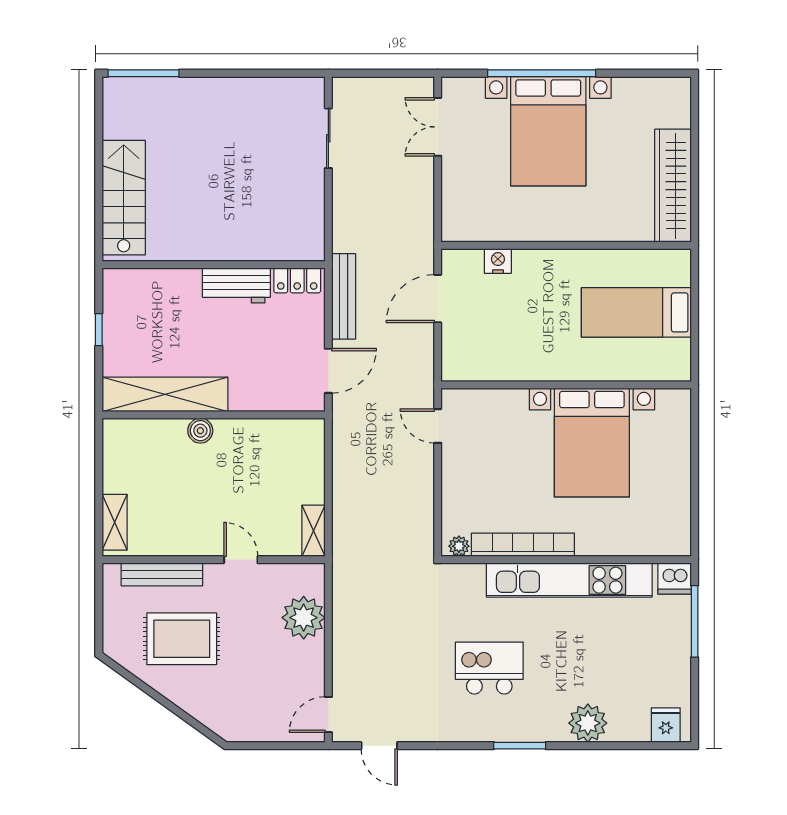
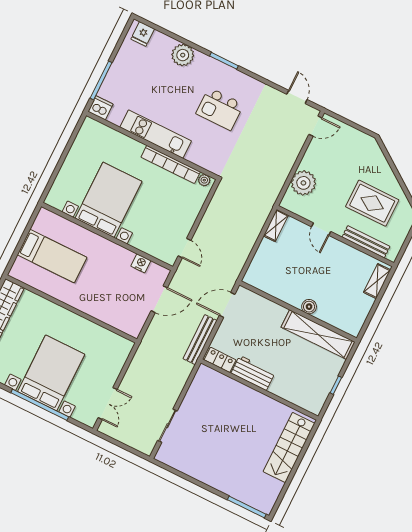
nightstand: (498, 261) -> (141, 263), moved, turned 180
door: (438, 299) -> (159, 299), moved
kitchen unit: (569, 580) -> (156, 134), width x0.73

